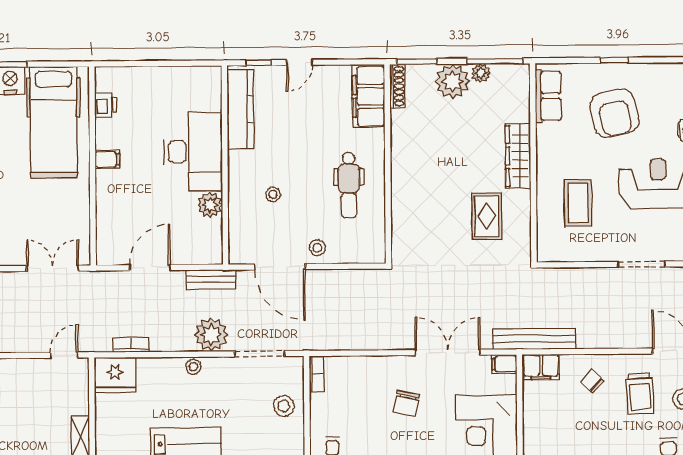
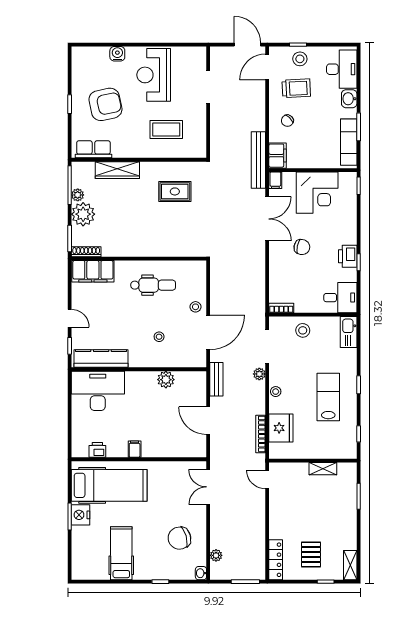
desk: (193, 152) -> (98, 391), moved
wardrobe: (518, 156) -> (117, 170), moved
plant: (211, 335) -> (259, 374), width x0.53, depth x0.53
bookcase: (131, 345) -> (261, 434), width x1.56
double door: (448, 352) -> (267, 219), swing flipped
fridge: (115, 375) -> (281, 428), moved

